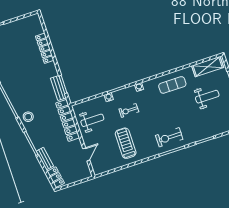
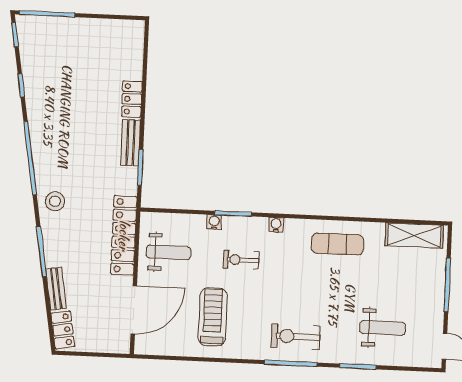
locker: (45, 48) -> (132, 99), width x0.66
bench: (58, 88) -> (131, 143), moved
weight bench: (207, 97) -> (383, 328), moved
door: (86, 154) -> (134, 310), width x1.88

